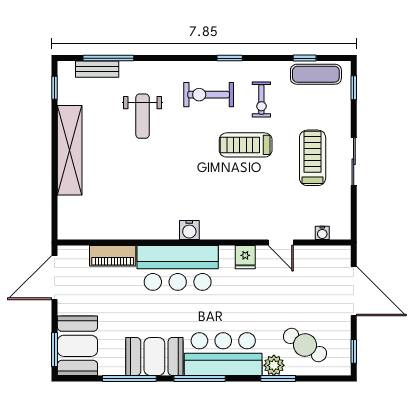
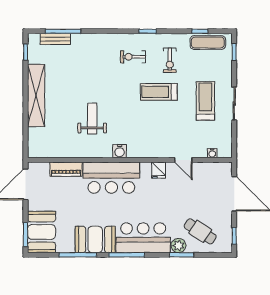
exercise bike: (209, 95) -> (133, 57), width x0.73, depth x0.72
weight bench: (143, 116) -> (92, 119), moved, turned 180

